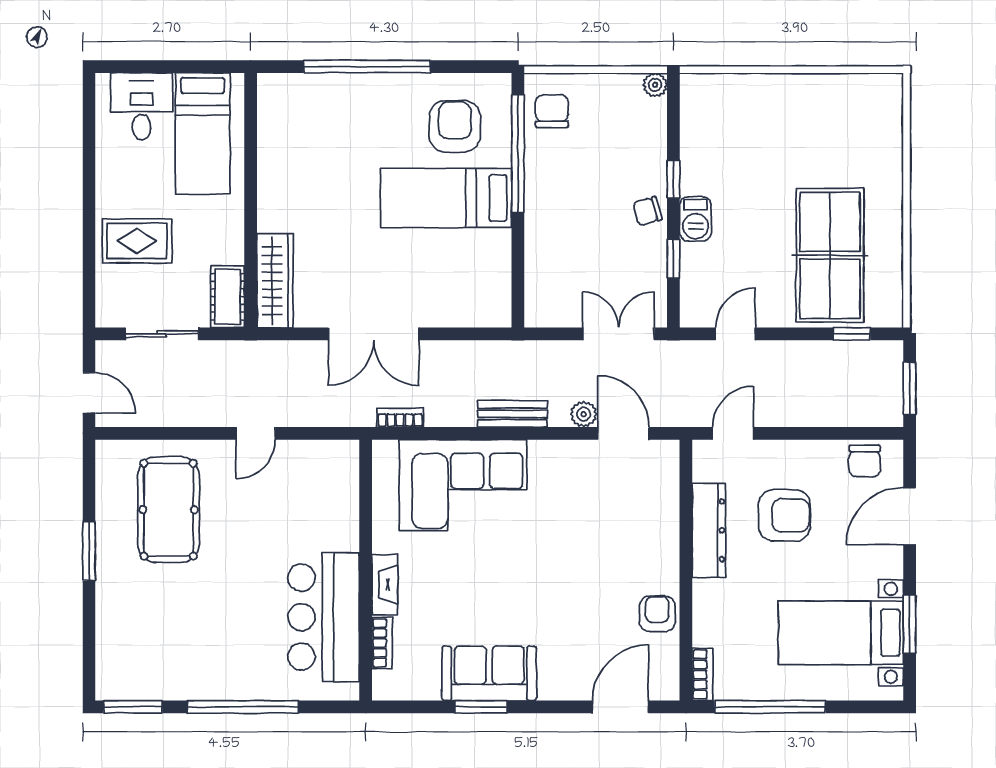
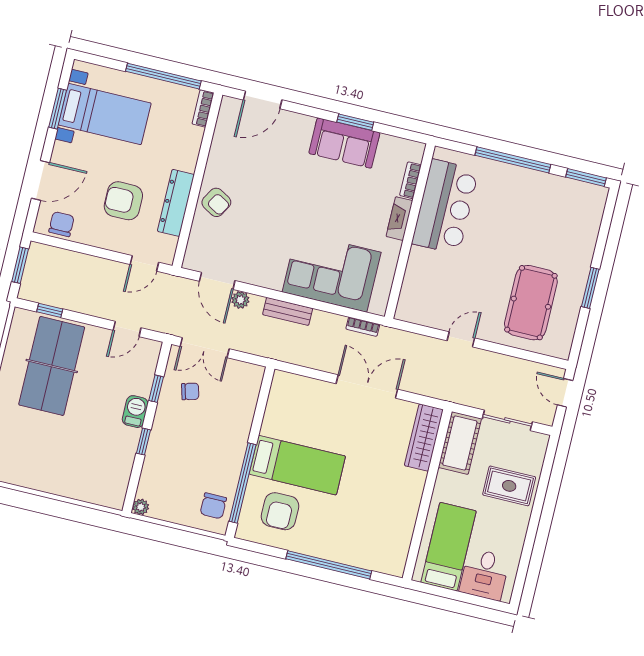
chair: (647, 211) -> (190, 391), moved
cot: (228, 297) -> (460, 443), width x1.37, depth x1.34
armchair: (657, 614) -> (216, 202), moved, turned -60

